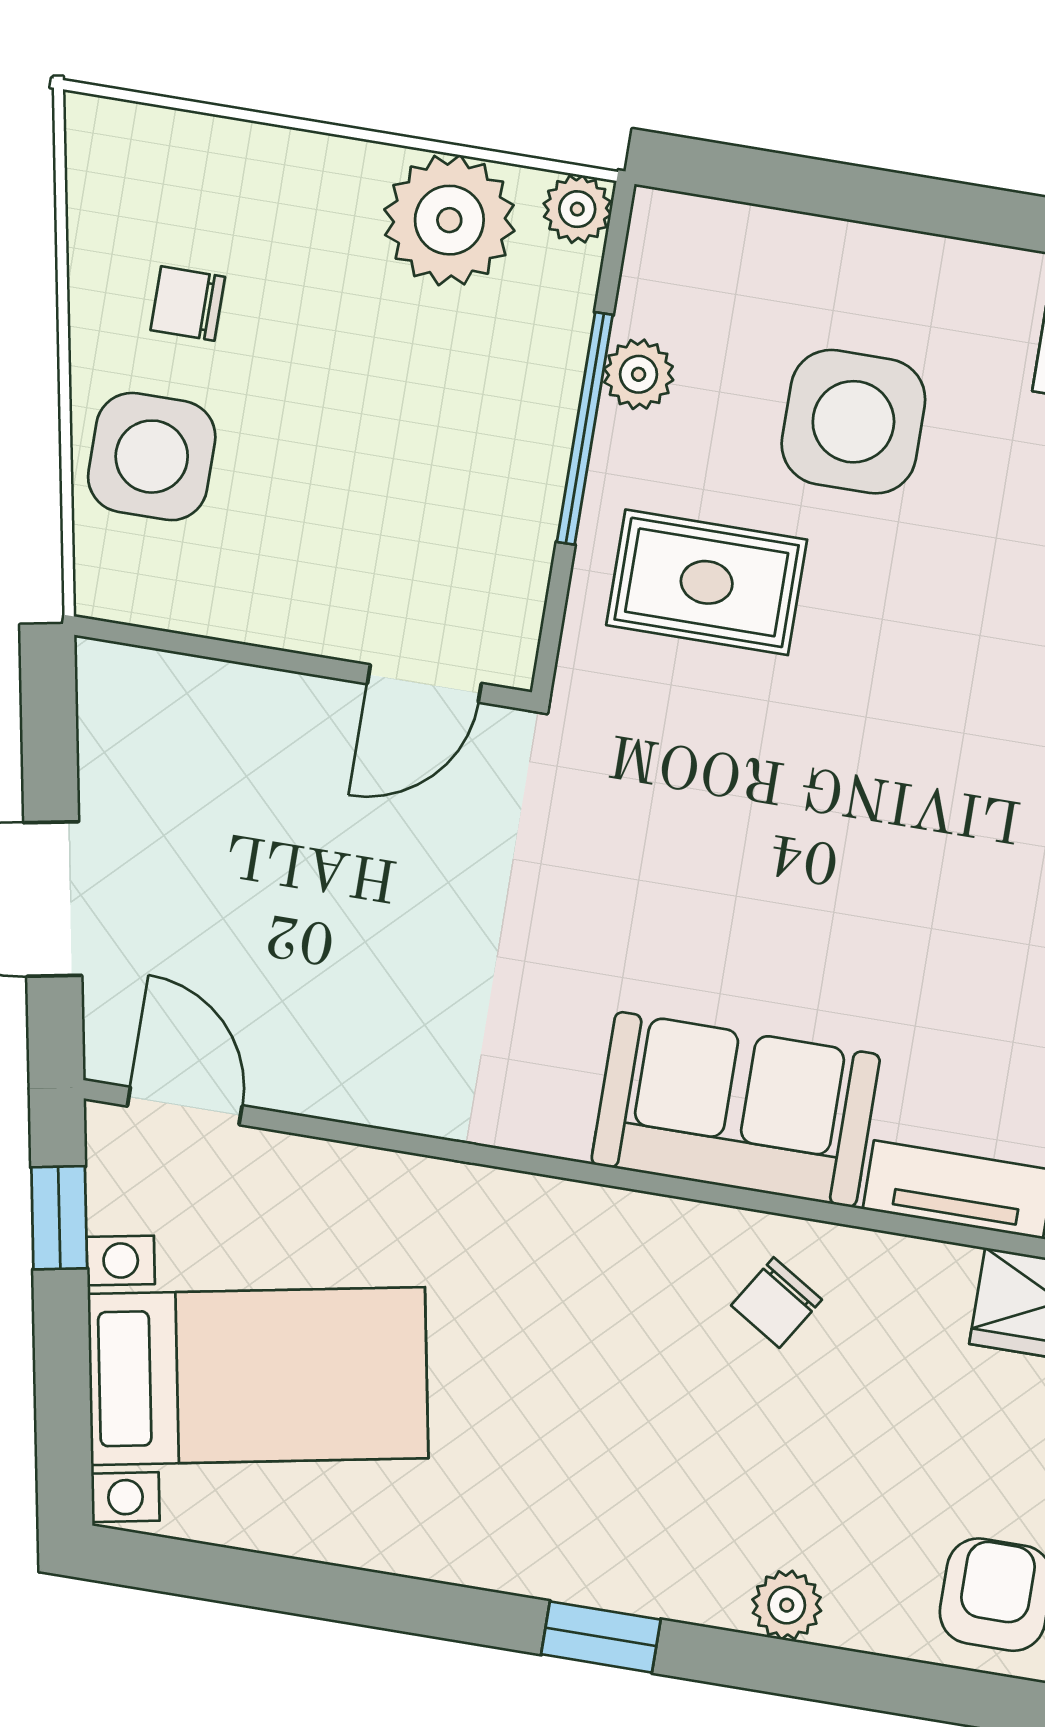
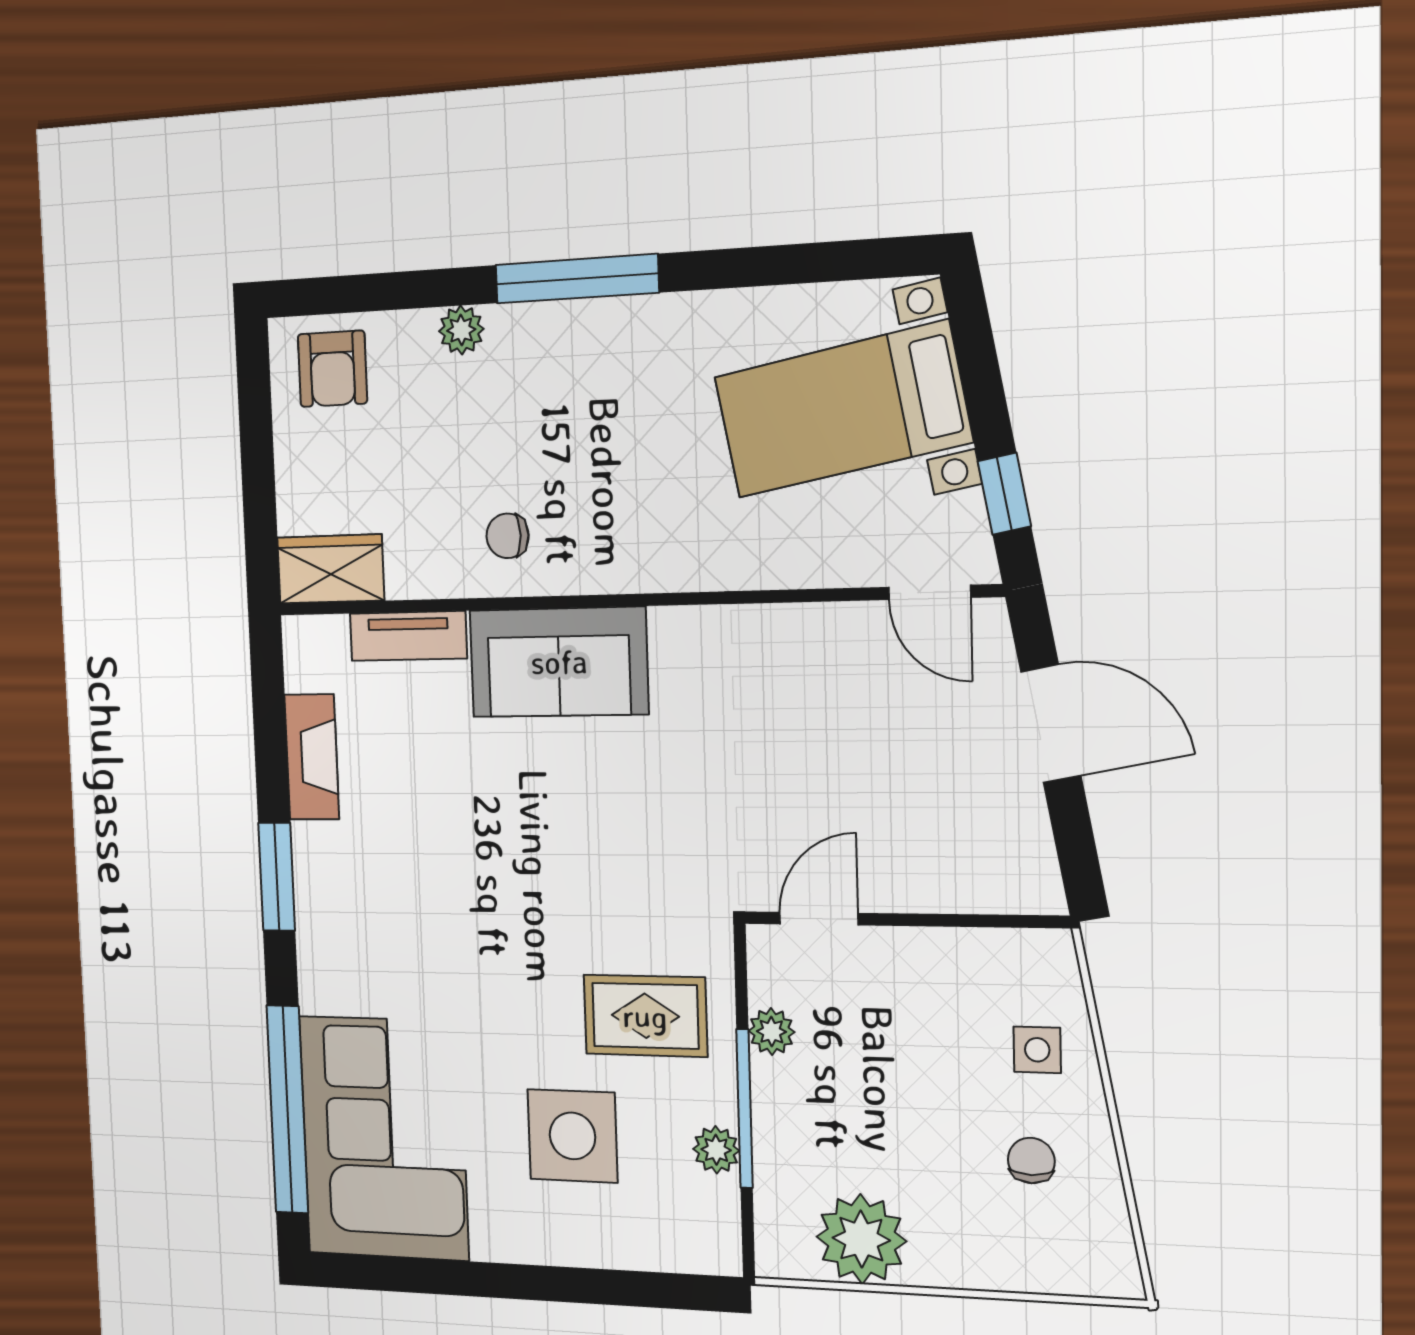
plant: (577, 209) -> (772, 1032), moved
chair: (188, 303) -> (1031, 1160), turned -90
side table: (152, 457) -> (1037, 1050), width x0.54, depth x0.54
chair: (776, 1303) -> (507, 536), turned -122
window: (601, 1637) -> (577, 279), width x2.17

